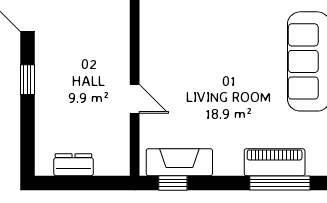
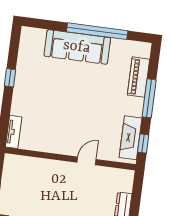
window: (280, 183) -> (149, 98), moved

